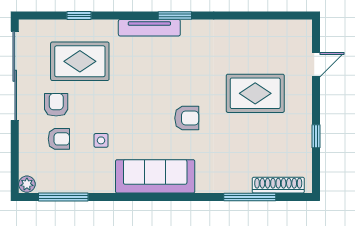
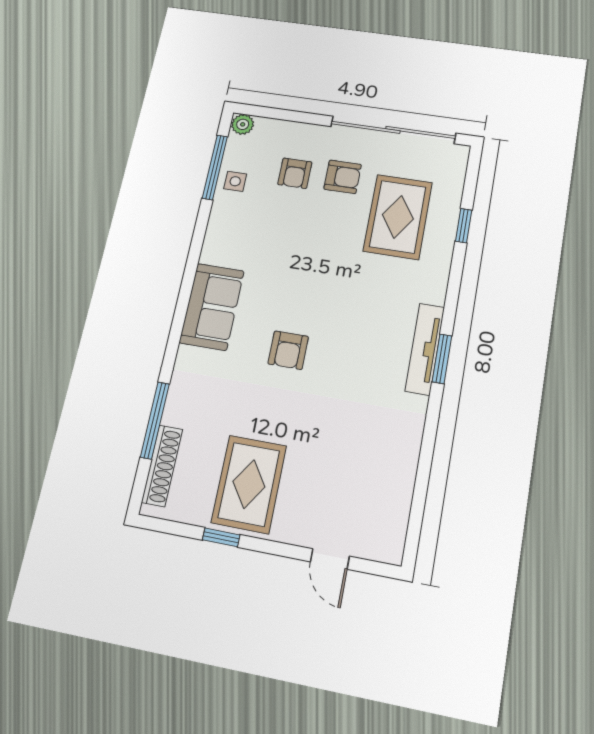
tv unit: (149, 28) -> (425, 349), moved
rug: (255, 93) -> (249, 484), moved
side table: (101, 140) -> (235, 181), moved
sofa: (155, 176) -> (212, 307), width x0.73

